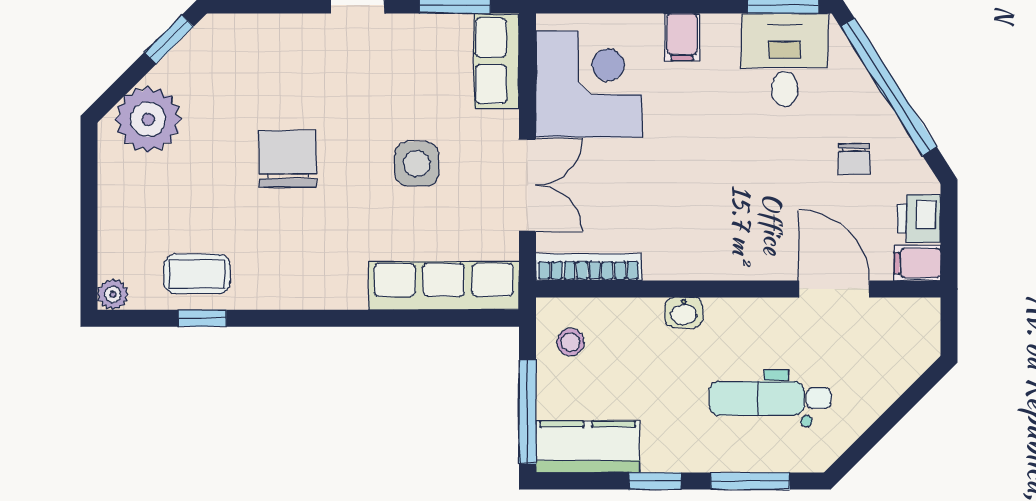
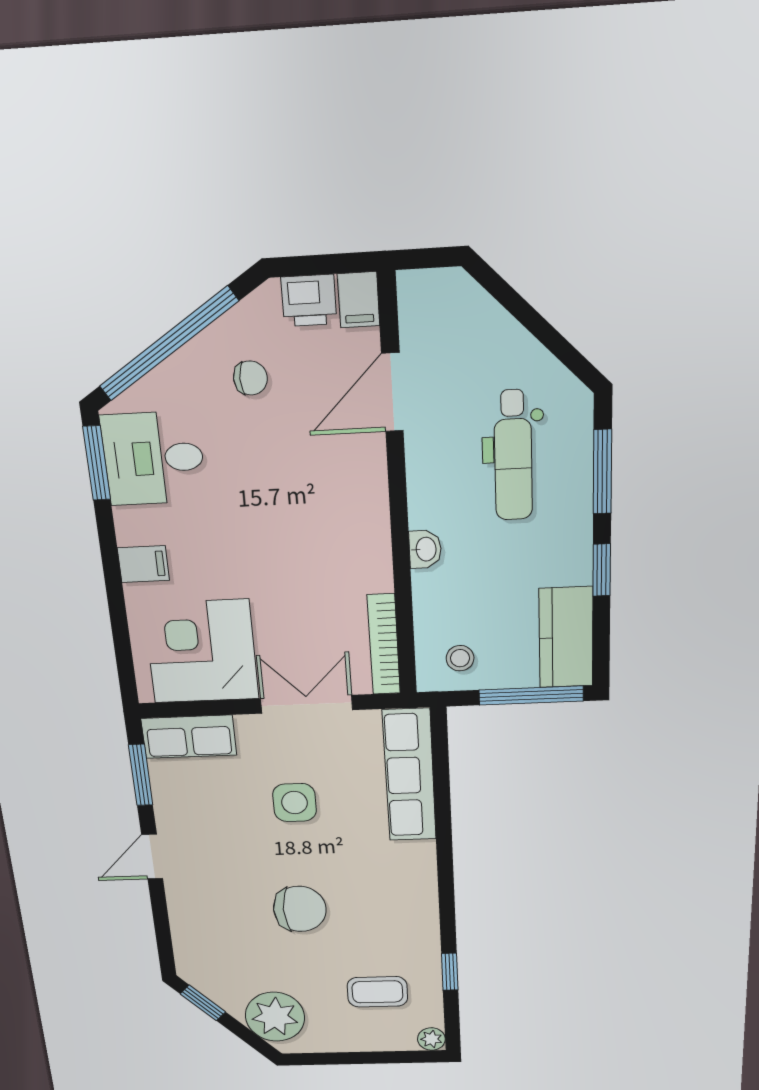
chair: (288, 159) -> (300, 909), turned 180
coffee table: (197, 274) -> (377, 992), moved, turned 90

